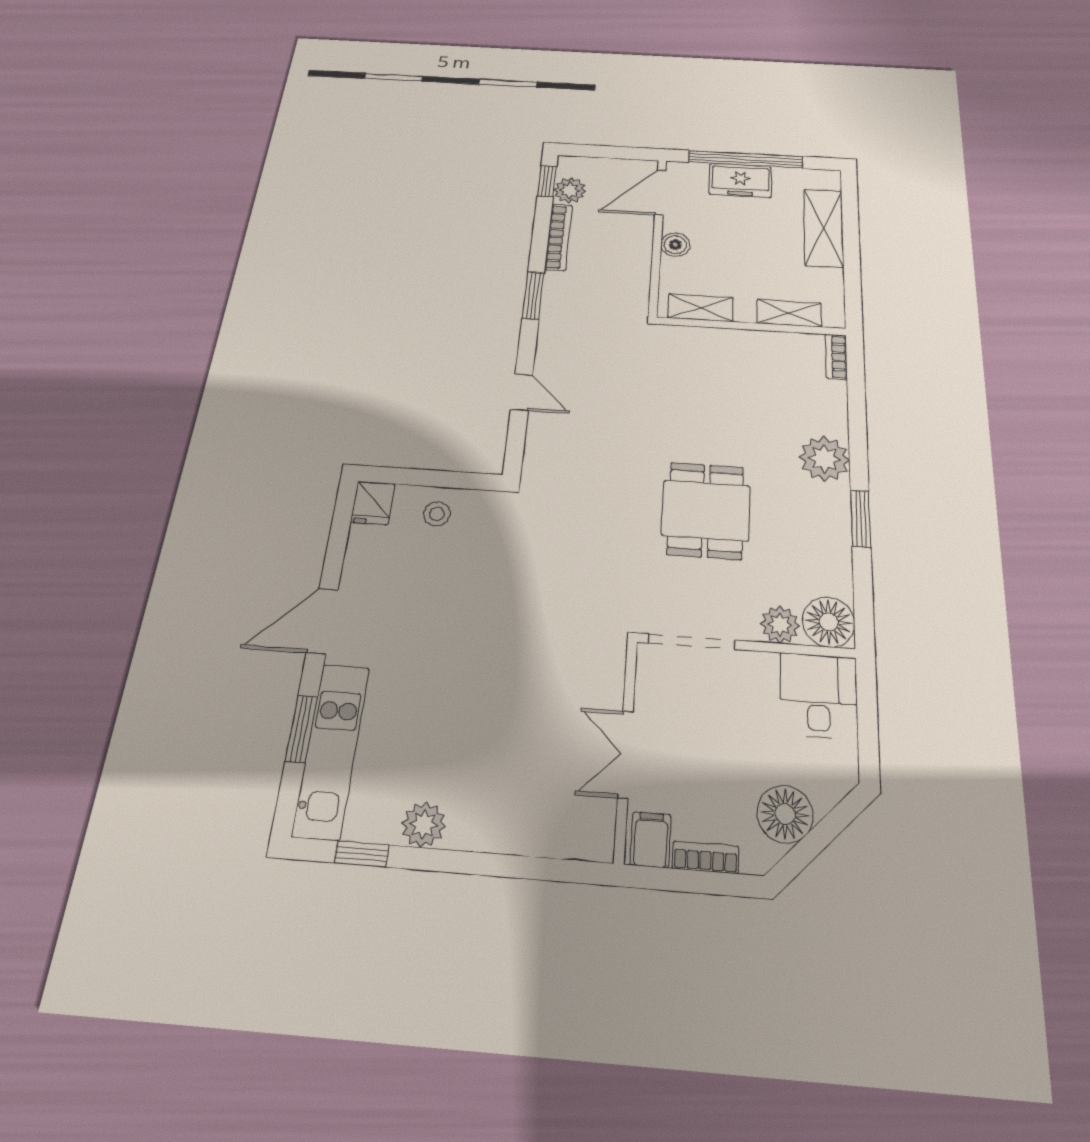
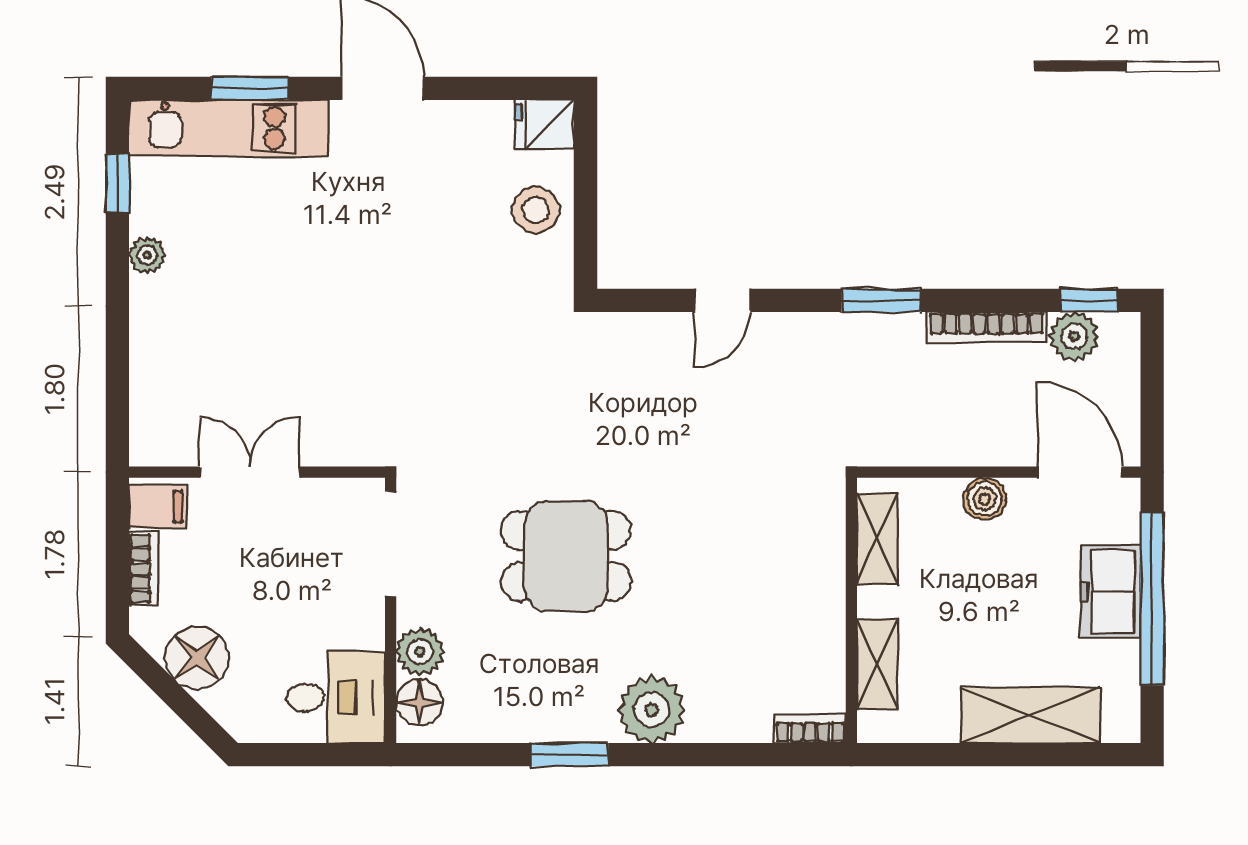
stool: (437, 514) -> (535, 210), width x1.37, depth x1.37
floor lamp: (829, 622) -> (419, 702), width x0.73, depth x0.73
plant: (424, 825) -> (147, 255), width x0.73, depth x0.73

